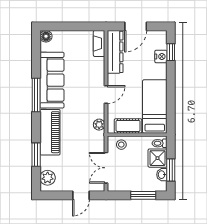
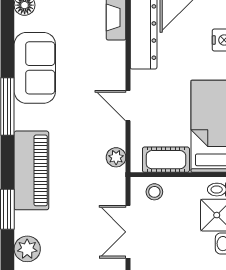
sofa: (52, 80) -> (35, 68), width x0.73
door: (106, 95) -> (128, 106), swing flipped

